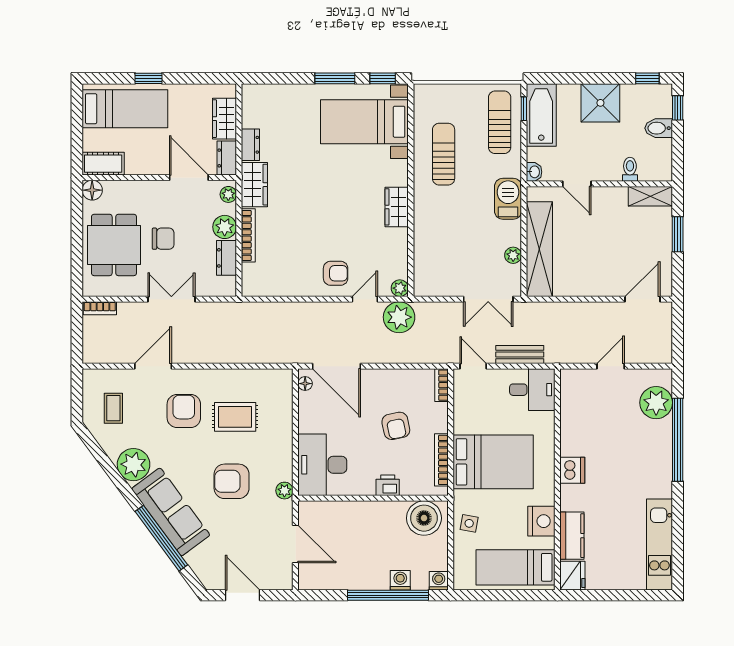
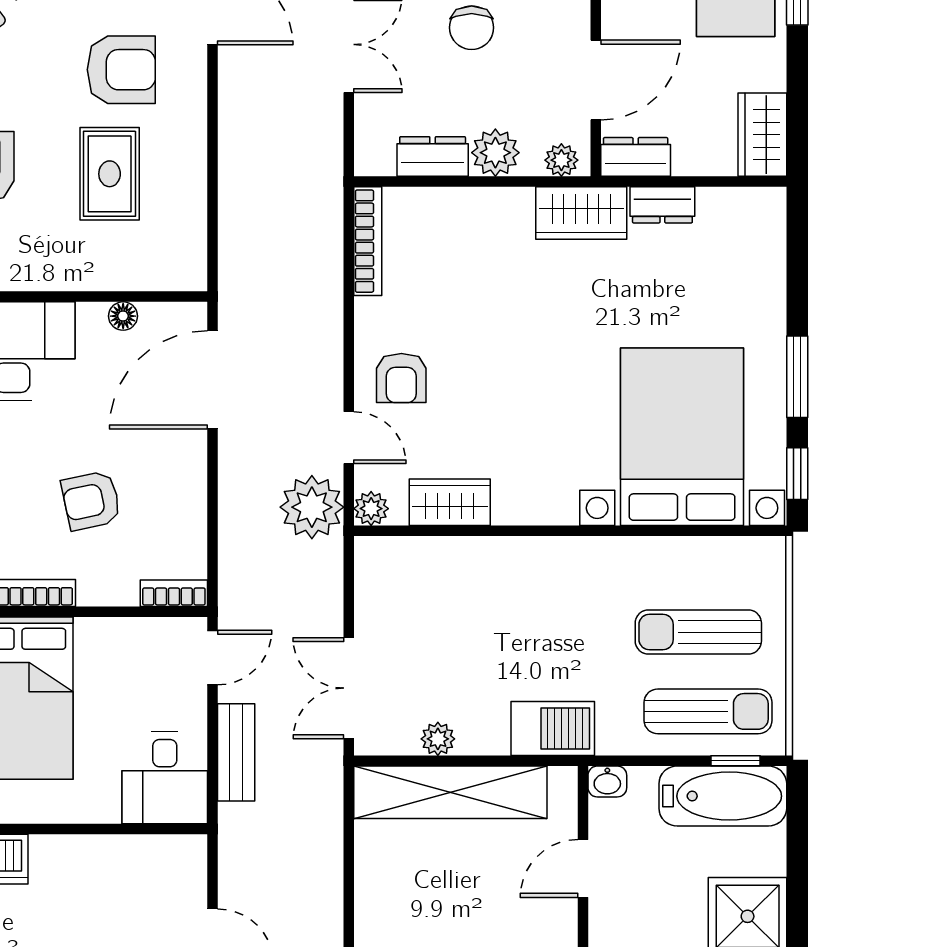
wardrobe: (224, 119) -> (762, 135), moved, turned -90
bed with nightstands: (364, 122) -> (682, 437), width x1.36
sun lounger: (444, 154) -> (698, 632), moved, turned 180
wardrobe: (397, 207) -> (450, 502), moved
bookcase: (248, 235) -> (368, 241), moved, turned -90
floor lamp: (305, 384) -> (123, 316), moved

